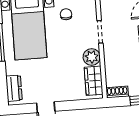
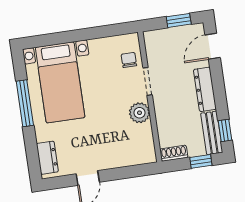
chair: (66, 14) -> (129, 60), moved
wardrobe: (94, 81) -> (144, 142), removed

